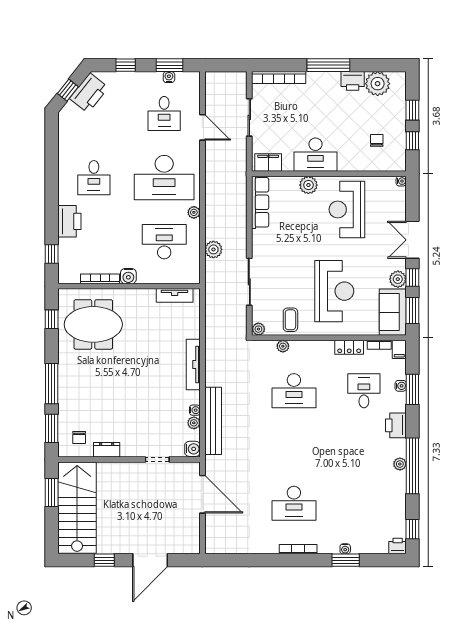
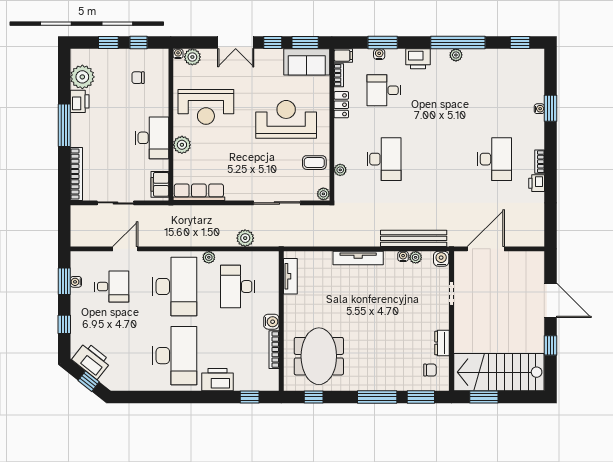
desk: (94, 178) -> (175, 356), width x1.87, depth x1.30
plant: (398, 279) -> (192, 57), moved
printer: (398, 546) -> (537, 183), moved
bookcase: (298, 549) -> (540, 162), width x0.64

